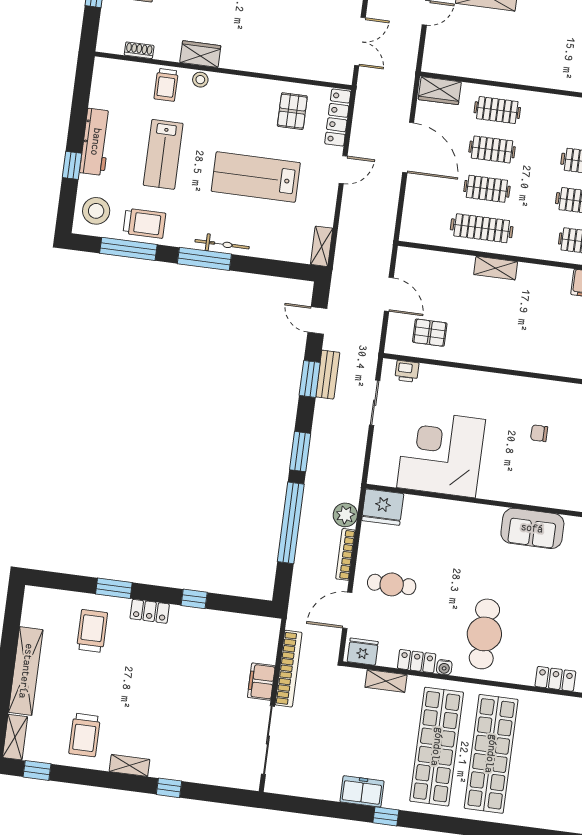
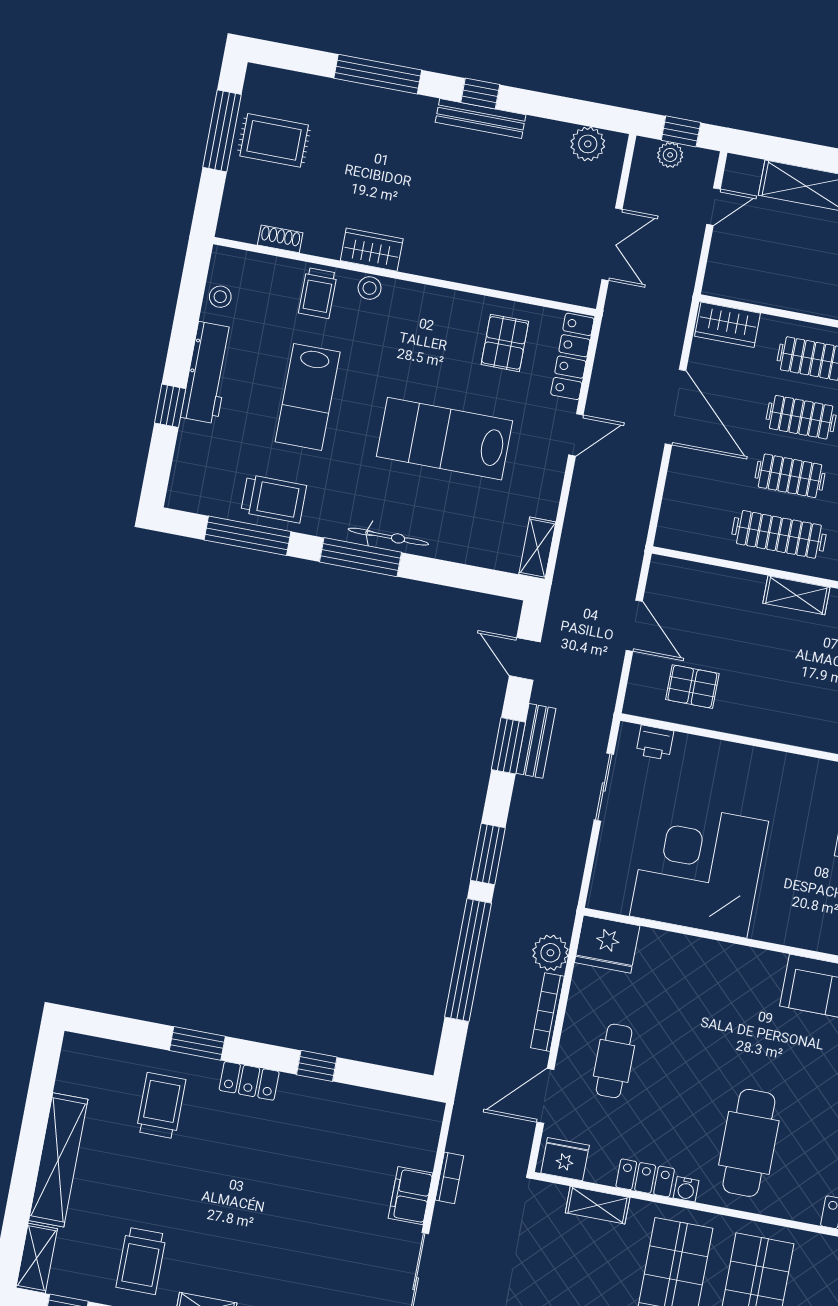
stool: (96, 211) -> (220, 297), moved, width x0.53, depth x0.53
cafe table: (392, 584) -> (614, 1061), turned 90
bookcase: (288, 669) -> (449, 1178), width x0.43, depth x0.76

